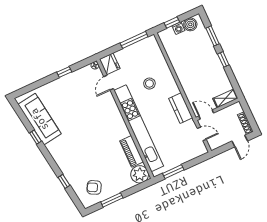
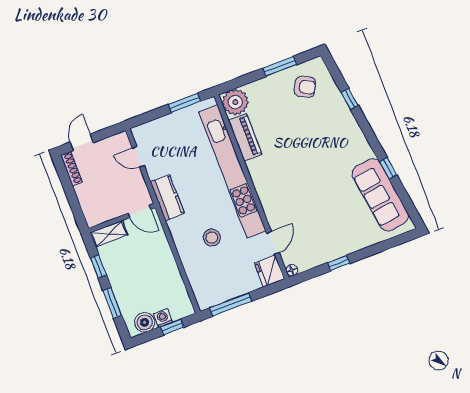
shelving: (225, 98) -> (109, 234), moved
wall: (217, 109) -> (122, 218), moved
door: (206, 114) -> (139, 211), moved

